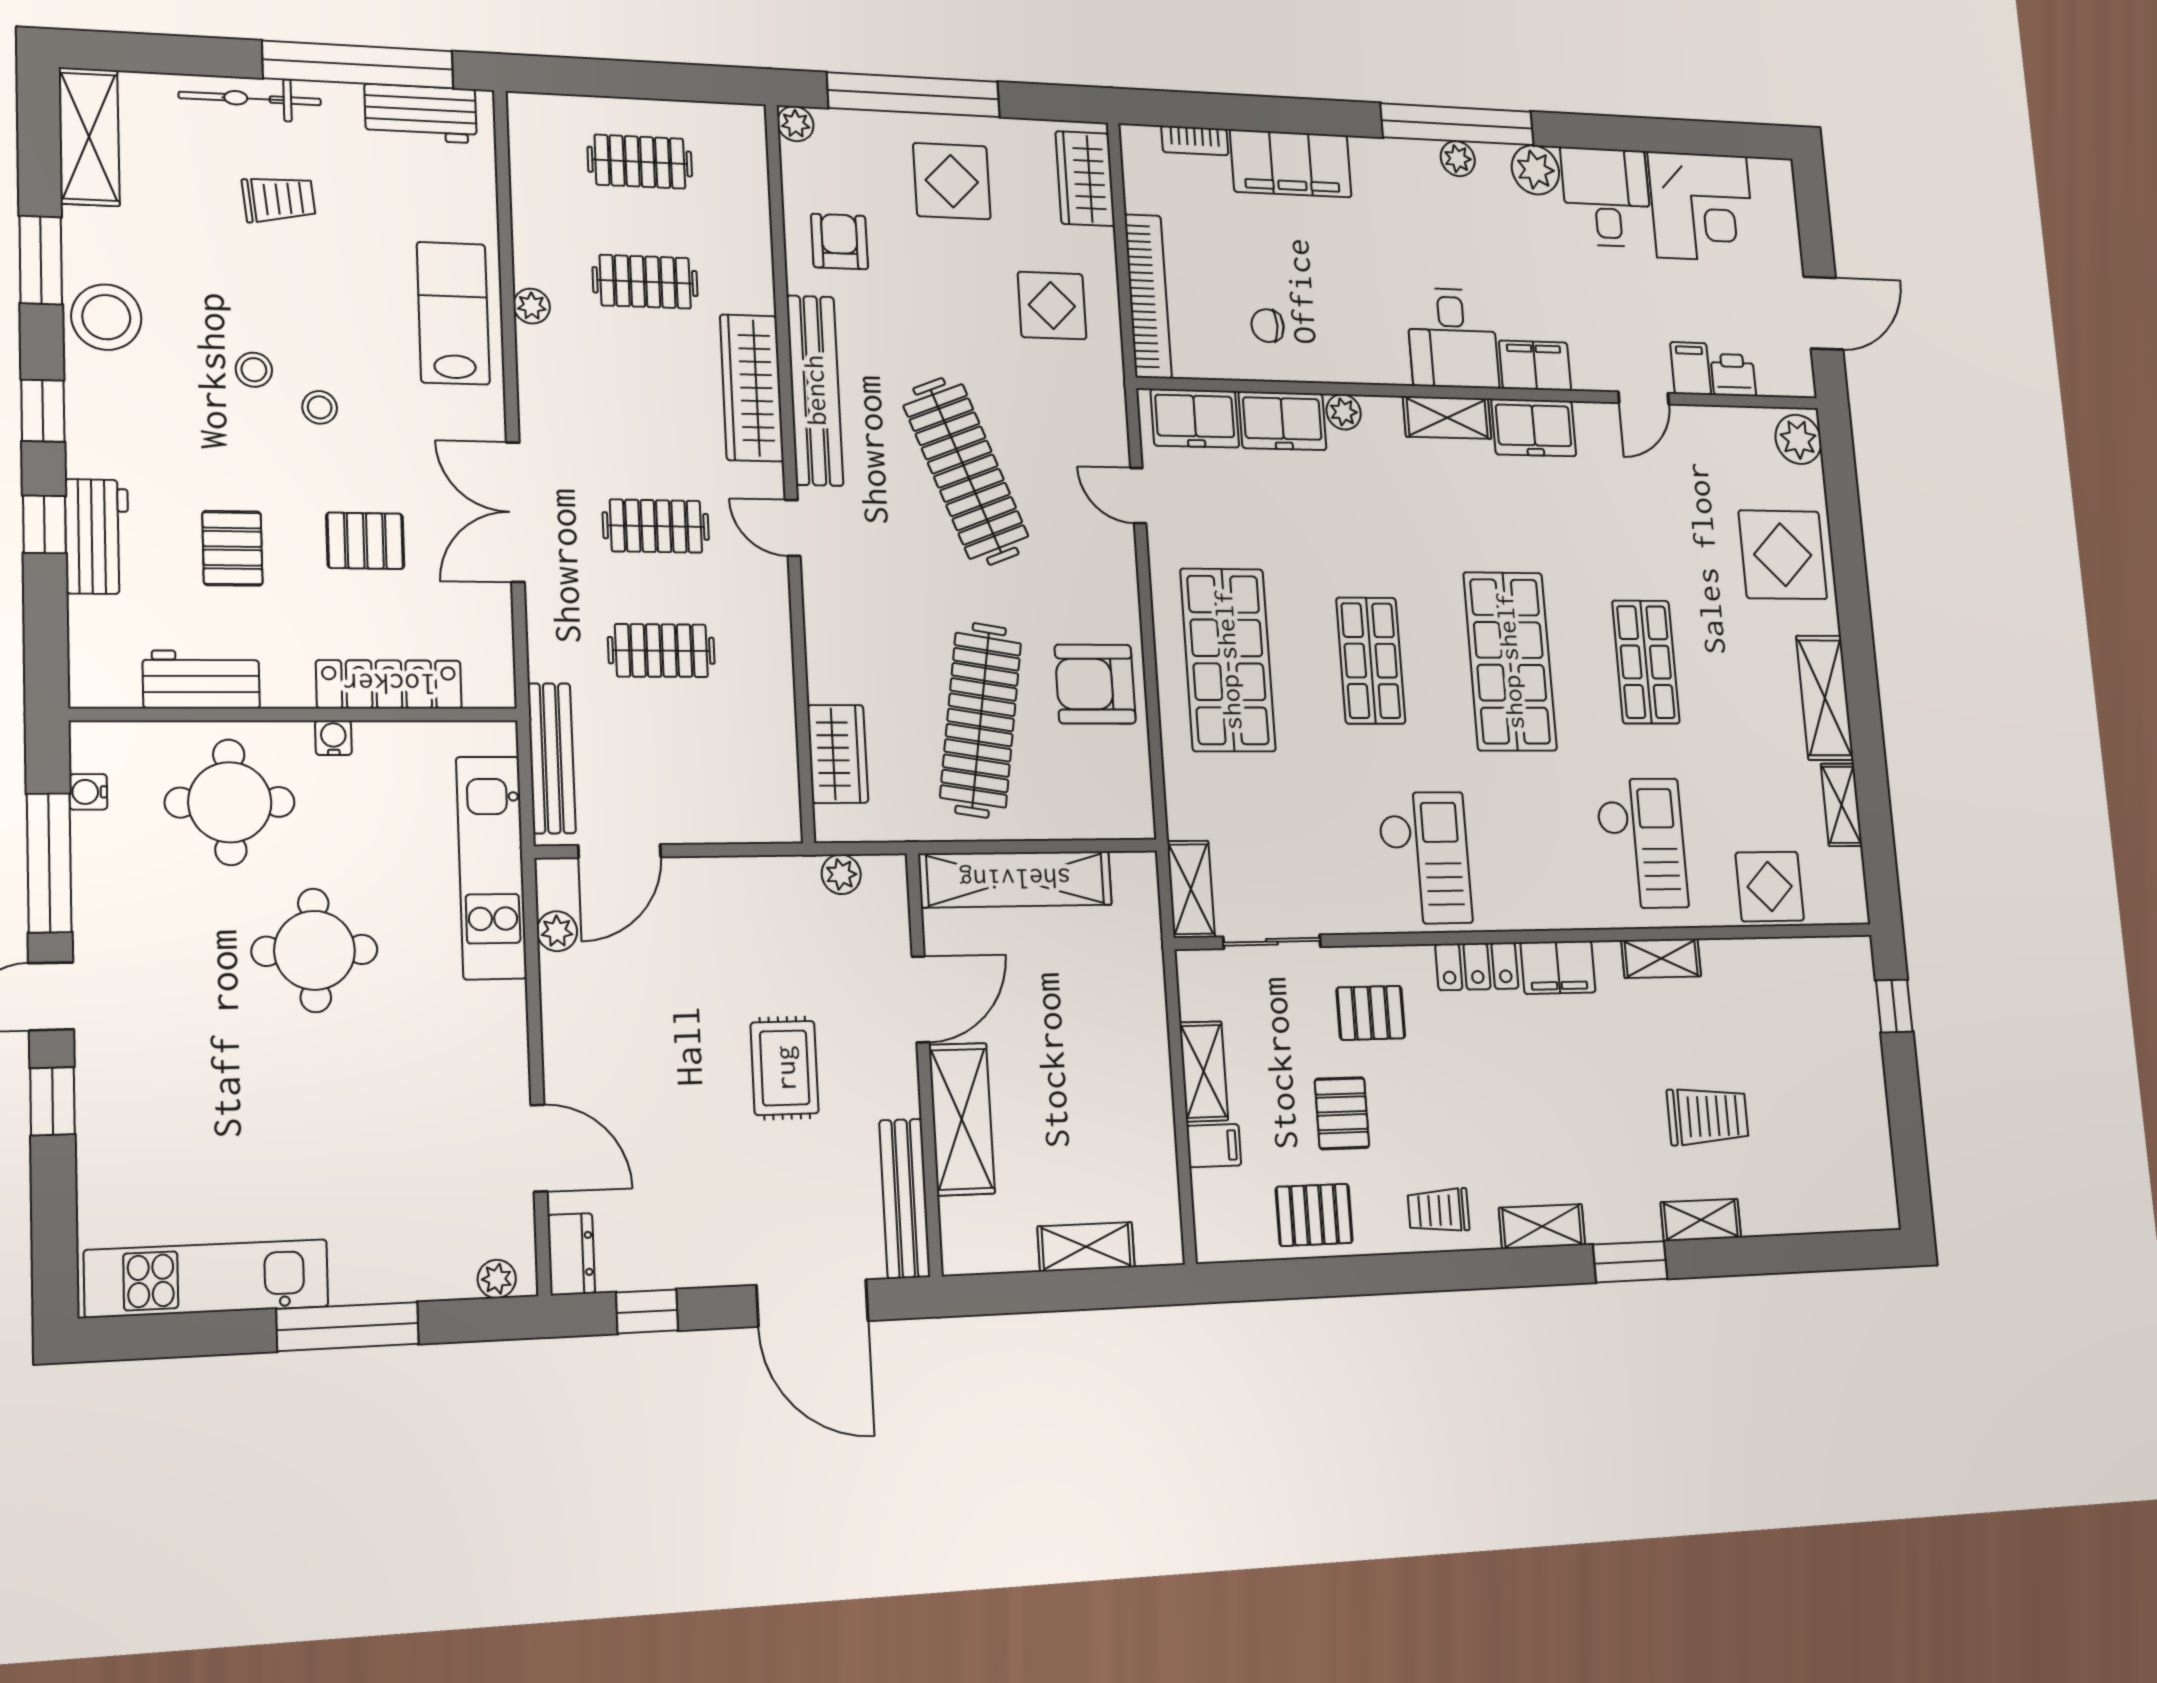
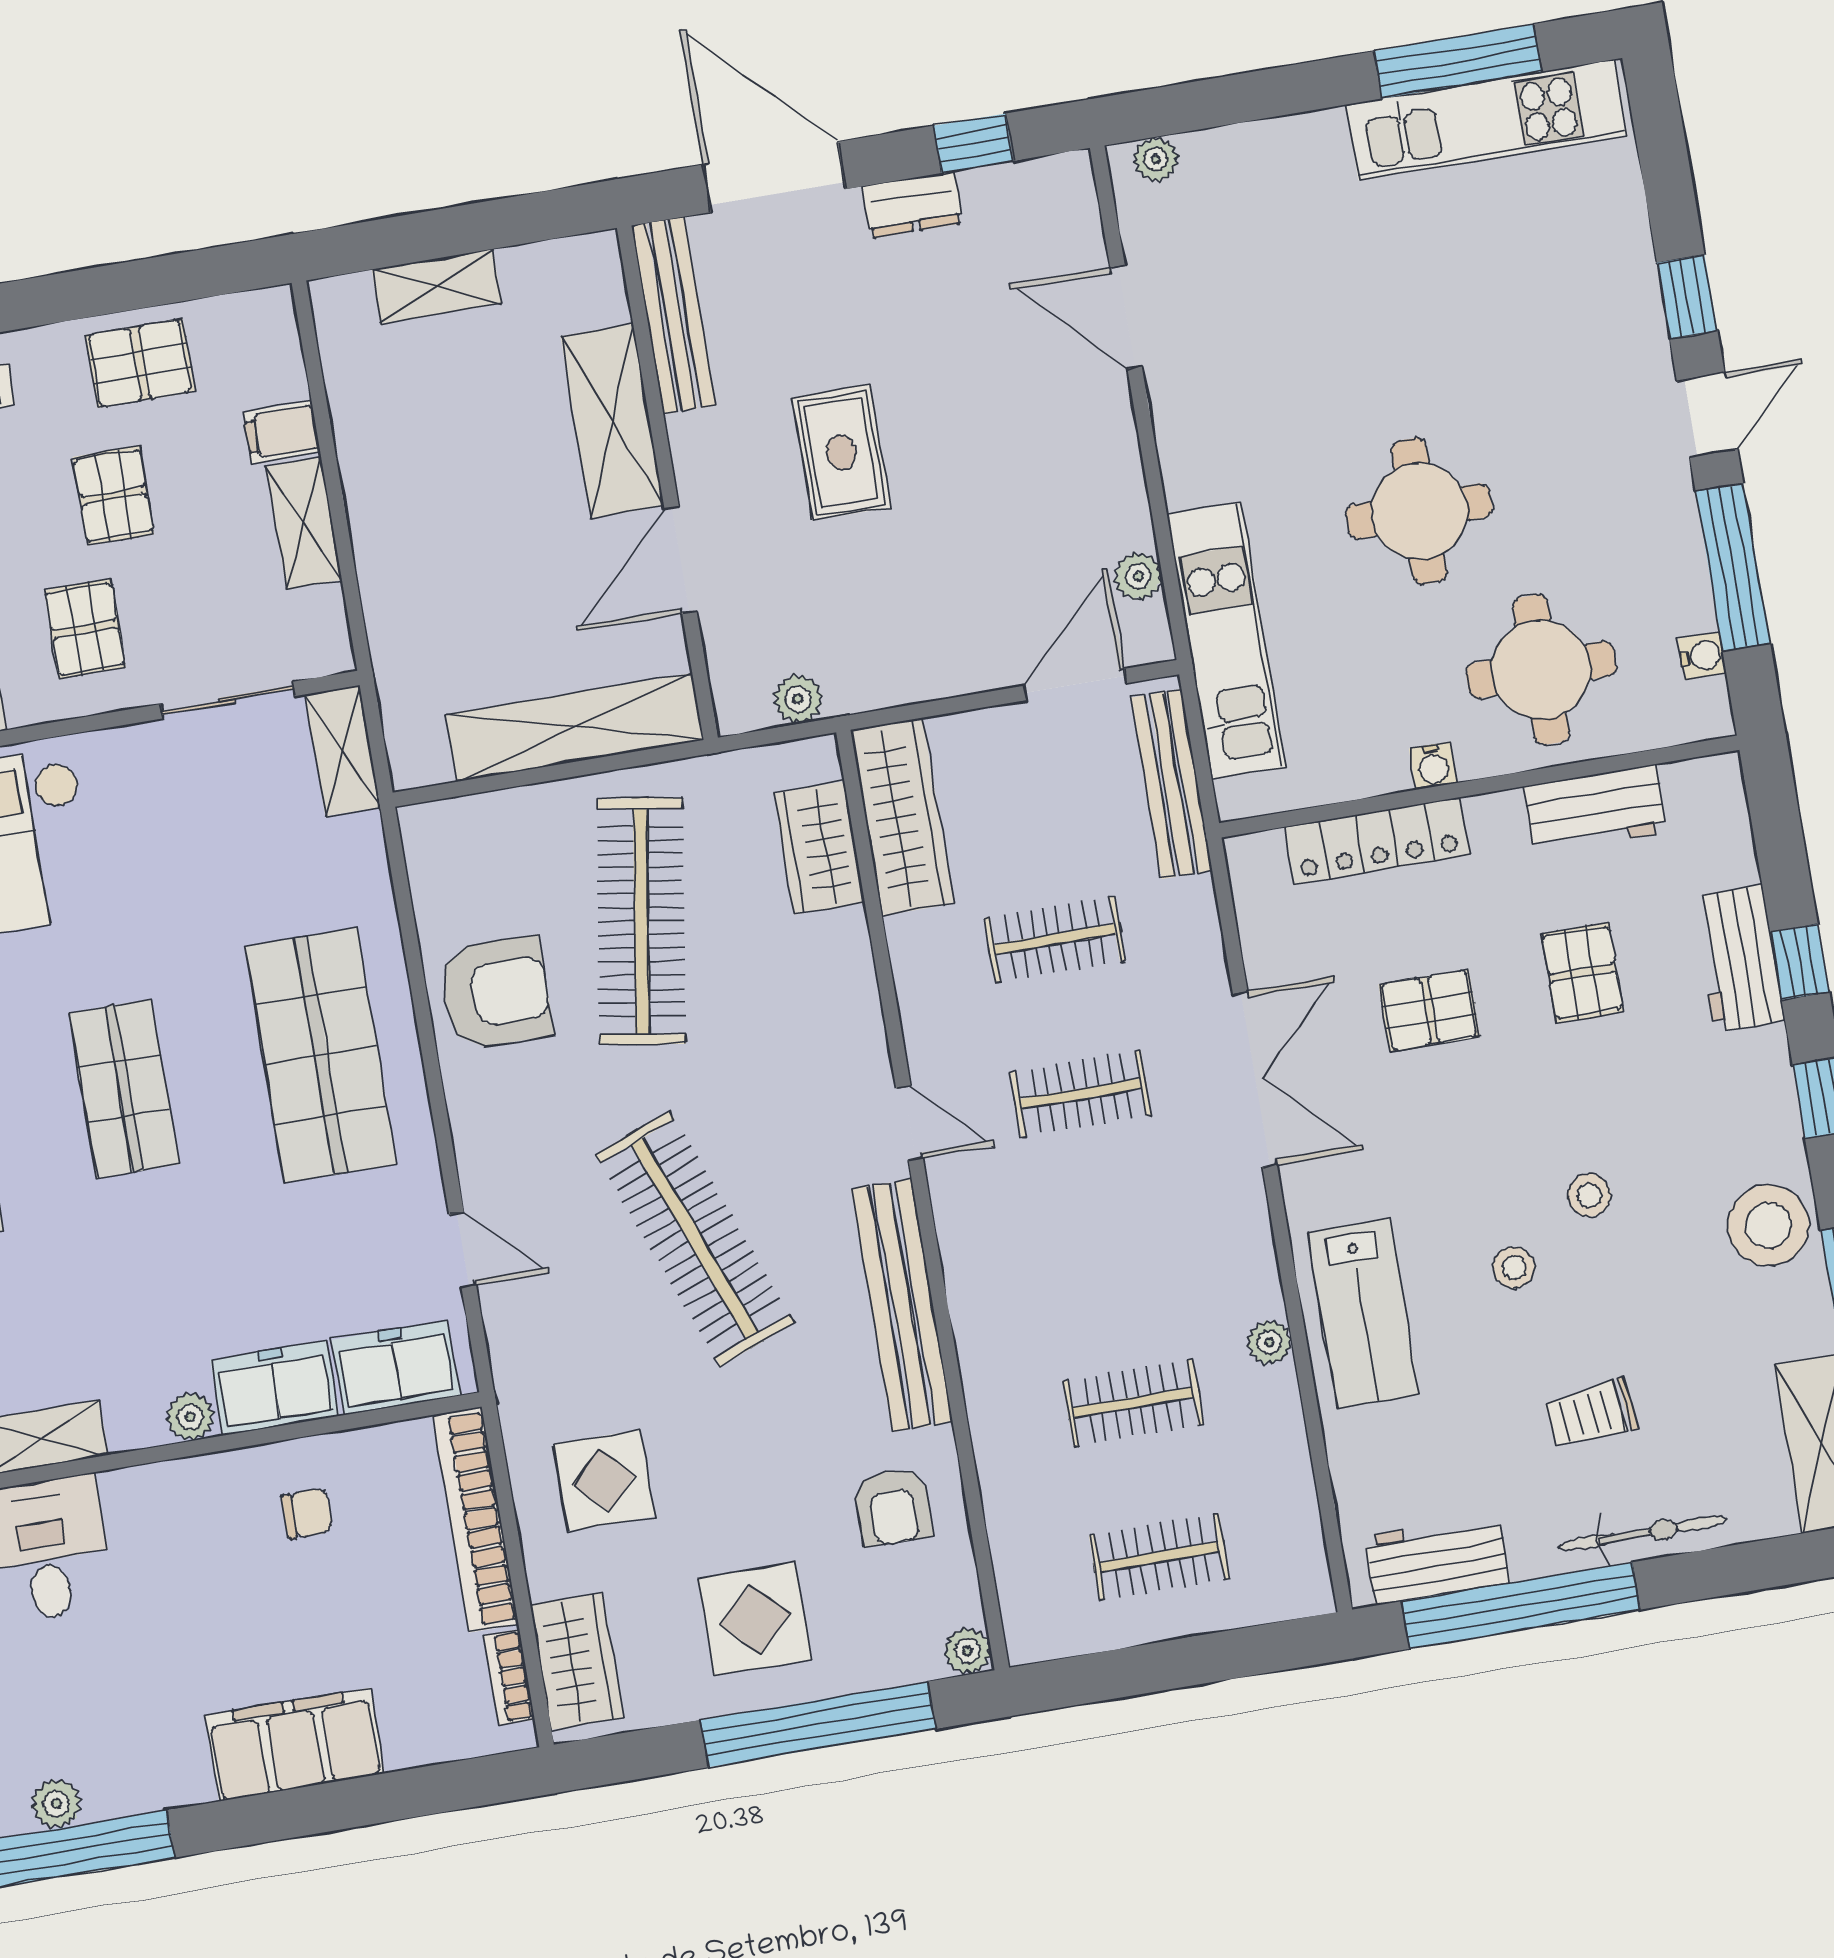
bookcase: (1195, 141) -> (509, 1677), moved, turned -90
wardrobe: (752, 388) -> (902, 817), moved
stool: (320, 407) -> (1514, 1268), moved
pallet: (1371, 1013) -> (85, 629), turned 90
dresser: (571, 1254) -> (913, 205), moved, turned -90
window: (348, 1327) -> (1458, 61), moved

